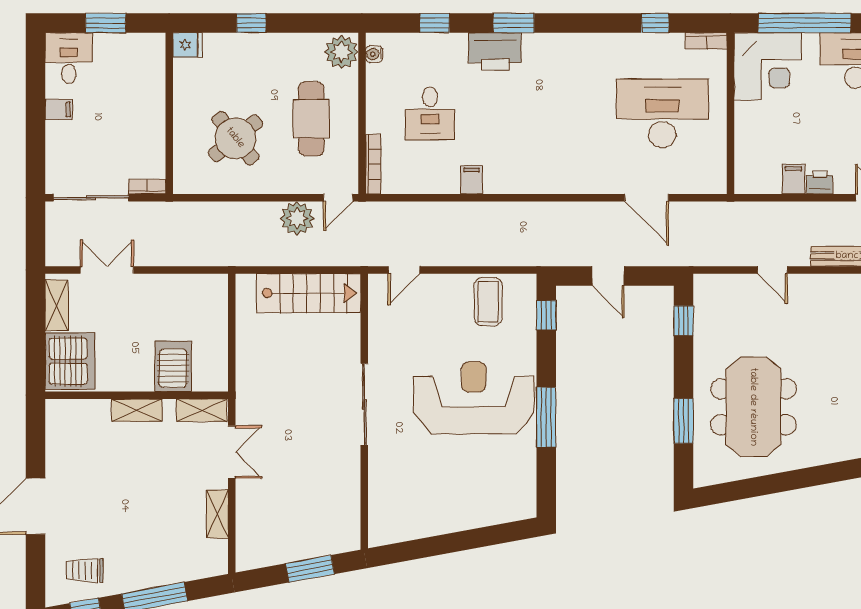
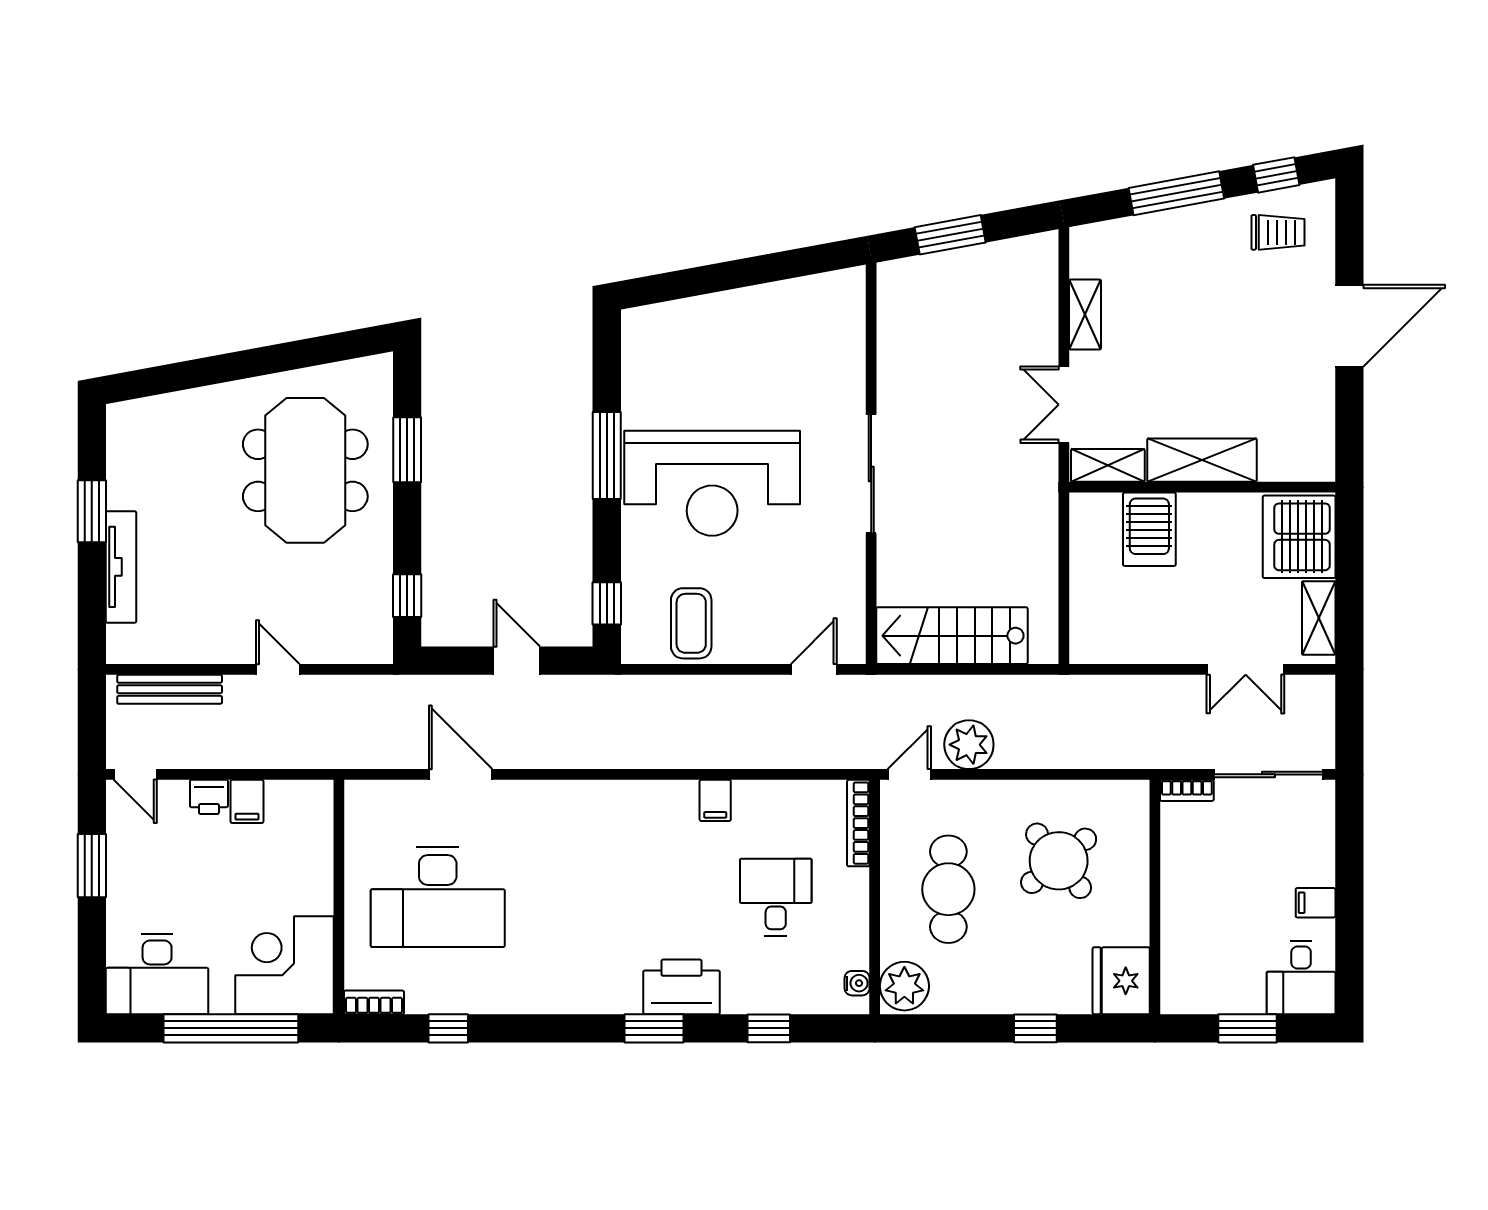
fridge: (187, 45) -> (1121, 981), width x1.88, depth x1.34
shelving: (137, 410) -> (1202, 460), width x1.50, depth x1.33

